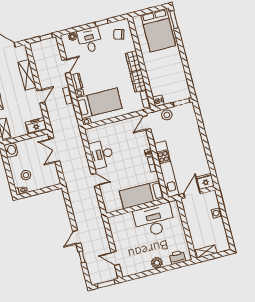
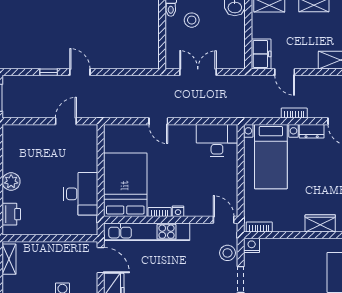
wardrobe: (138, 81) -> (289, 223), removed
door: (41, 96) -> (285, 72), moved
double door: (54, 150) -> (198, 72), moved
desk: (101, 154) -> (217, 141), moved
door: (95, 180) -> (158, 121), hinge flipped
bed: (142, 195) -> (125, 185), width x1.50
desk: (154, 220) -> (81, 194), width x0.73, depth x0.77
door: (115, 258) -> (66, 121), moved

